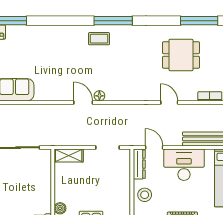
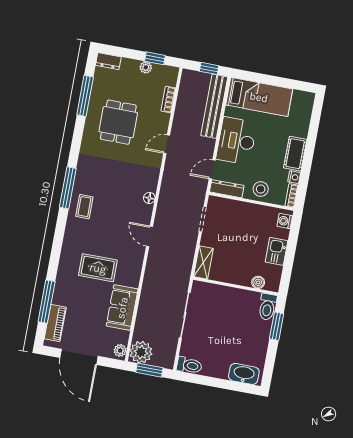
rug: (46, 61) -> (98, 268), added
floor lamp: (99, 96) -> (149, 198), moved
door: (83, 102) -> (149, 236), hinge flipped

